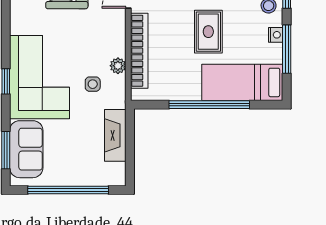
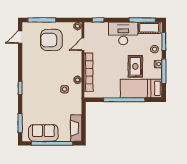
rug: (208, 32) -> (135, 66), moved
corner sofa: (39, 77) -> (37, 86), removed
fireplace: (115, 135) -> (76, 128), moved
sofa: (26, 149) -> (43, 133), moved, turned -90

